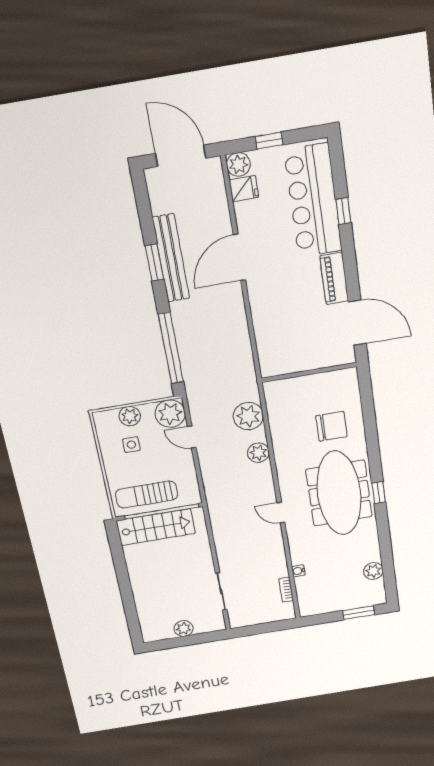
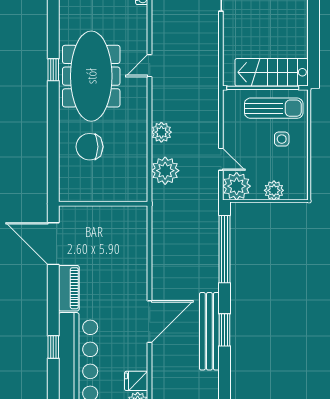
side table: (131, 445) -> (282, 139), moved
door: (281, 513) -> (150, 66), swing flipped

